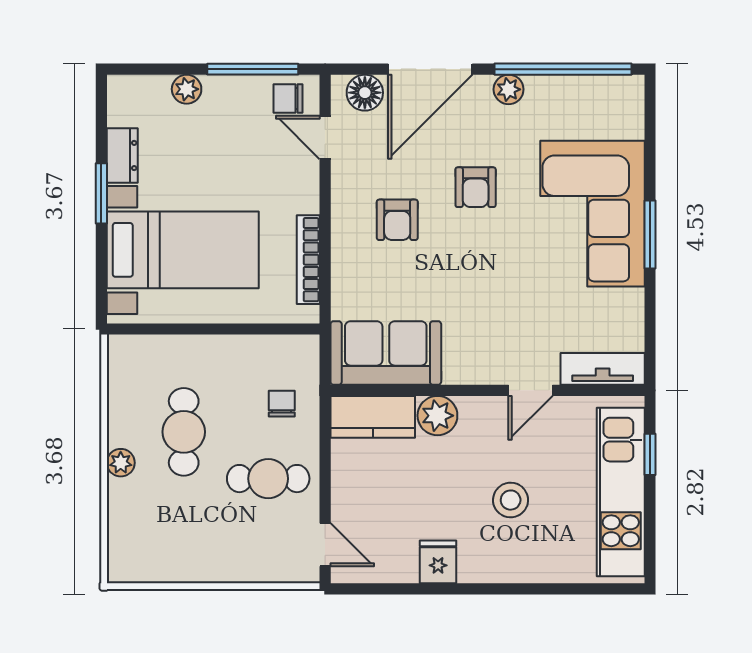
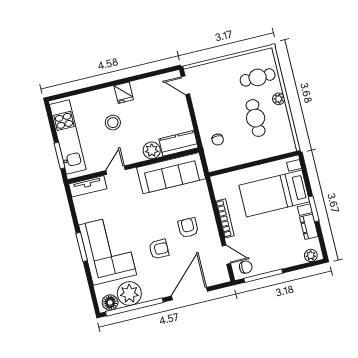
plant: (187, 89) -> (311, 255), moved
plant: (509, 89) -> (129, 294), moved, width x1.87, depth x1.87
floor lamp: (365, 93) -> (110, 302), moved
armchair: (476, 187) -> (159, 249), turned 90
bookcase: (308, 260) -> (225, 218), moved
sofa: (386, 353) -> (171, 173), width x1.36
window: (650, 454) -> (59, 156), width x1.50
cafe table: (268, 479) -> (258, 77), moved
fridge: (438, 562) -> (124, 93), moved

